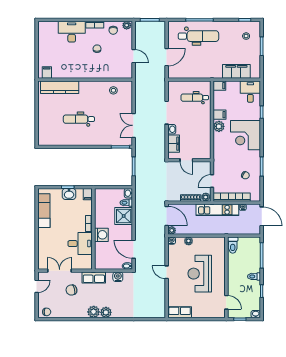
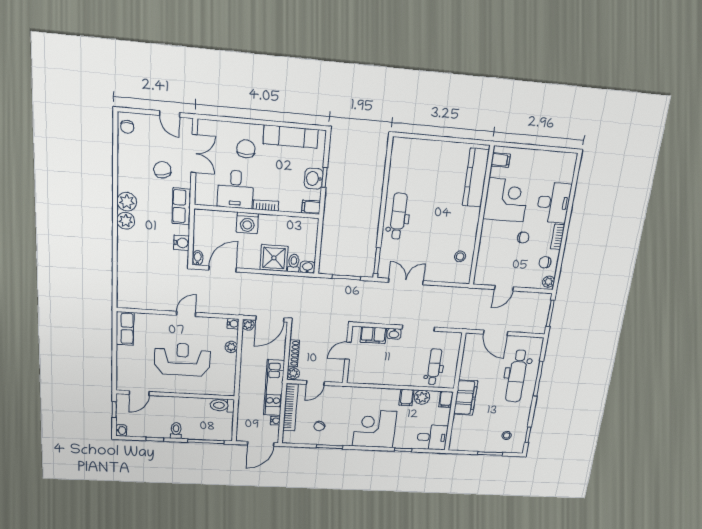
corner desk: (73, 65) -> (506, 200), added
filing cabinet: (236, 71) -> (466, 398), moved
dental chair: (79, 119) -> (398, 216), moved
plant: (219, 126) -> (422, 397), moved
door: (212, 181) -> (315, 383), swing flipped
chair: (54, 238) -> (246, 149), added

